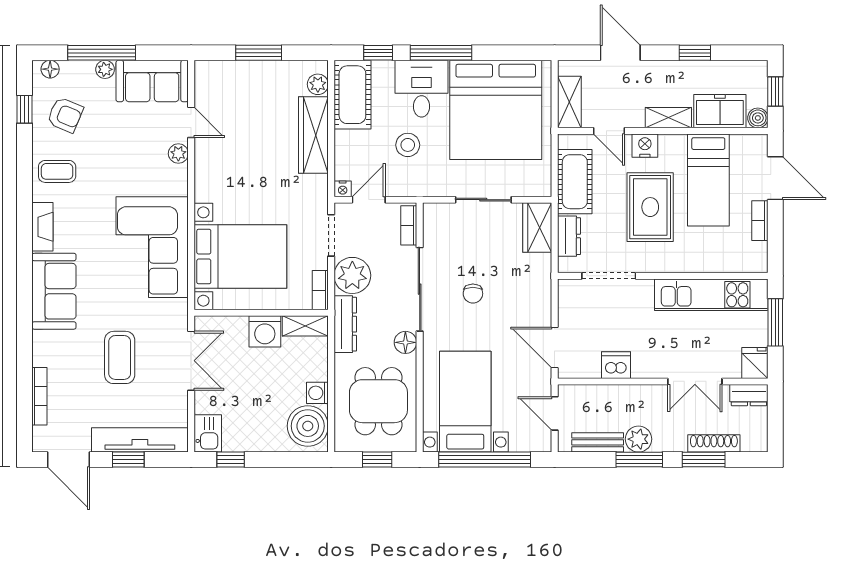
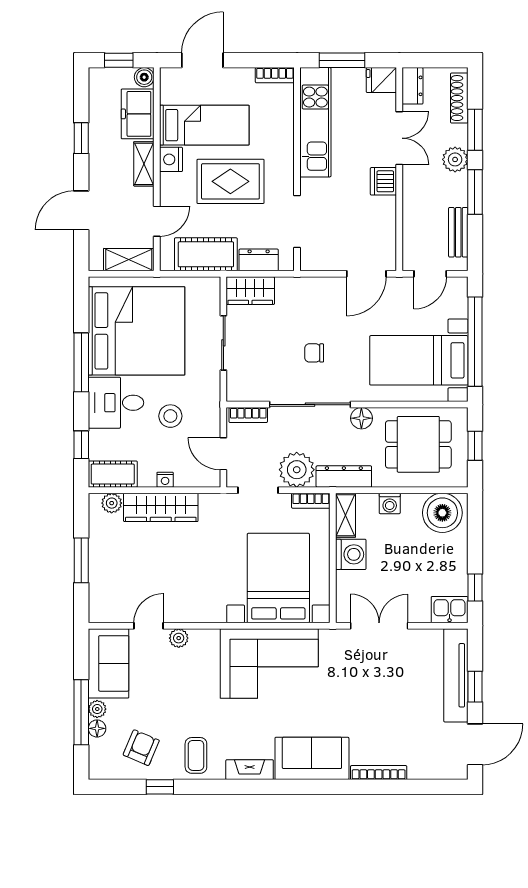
window: (441, 53) -> (81, 362), moved
floor lamp: (50, 69) -> (97, 728), moved
cot: (352, 95) -> (113, 474), width x0.73, depth x0.75
window: (25, 109) -> (160, 787), moved
nightstand: (645, 146) -> (171, 159), moved
nightstand: (343, 189) -> (165, 480), moved, turned 90
bookcase: (760, 221) -> (275, 75), moved
chair: (473, 294) -> (314, 353), turned 180
coffee table: (120, 357) -> (376, 695), removed
dishwasher: (616, 365) -> (383, 181), moved
washing machine: (317, 393) -> (390, 503), moved
bookcase: (39, 396) -> (379, 773), moved
plant: (638, 439) -> (455, 159), moved
shoe rack: (714, 443) -> (459, 98), moved

